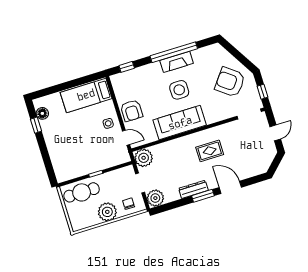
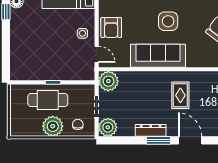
rug: (210, 151) -> (180, 95), turned 90
cafe table: (82, 192) -> (48, 100), moved

